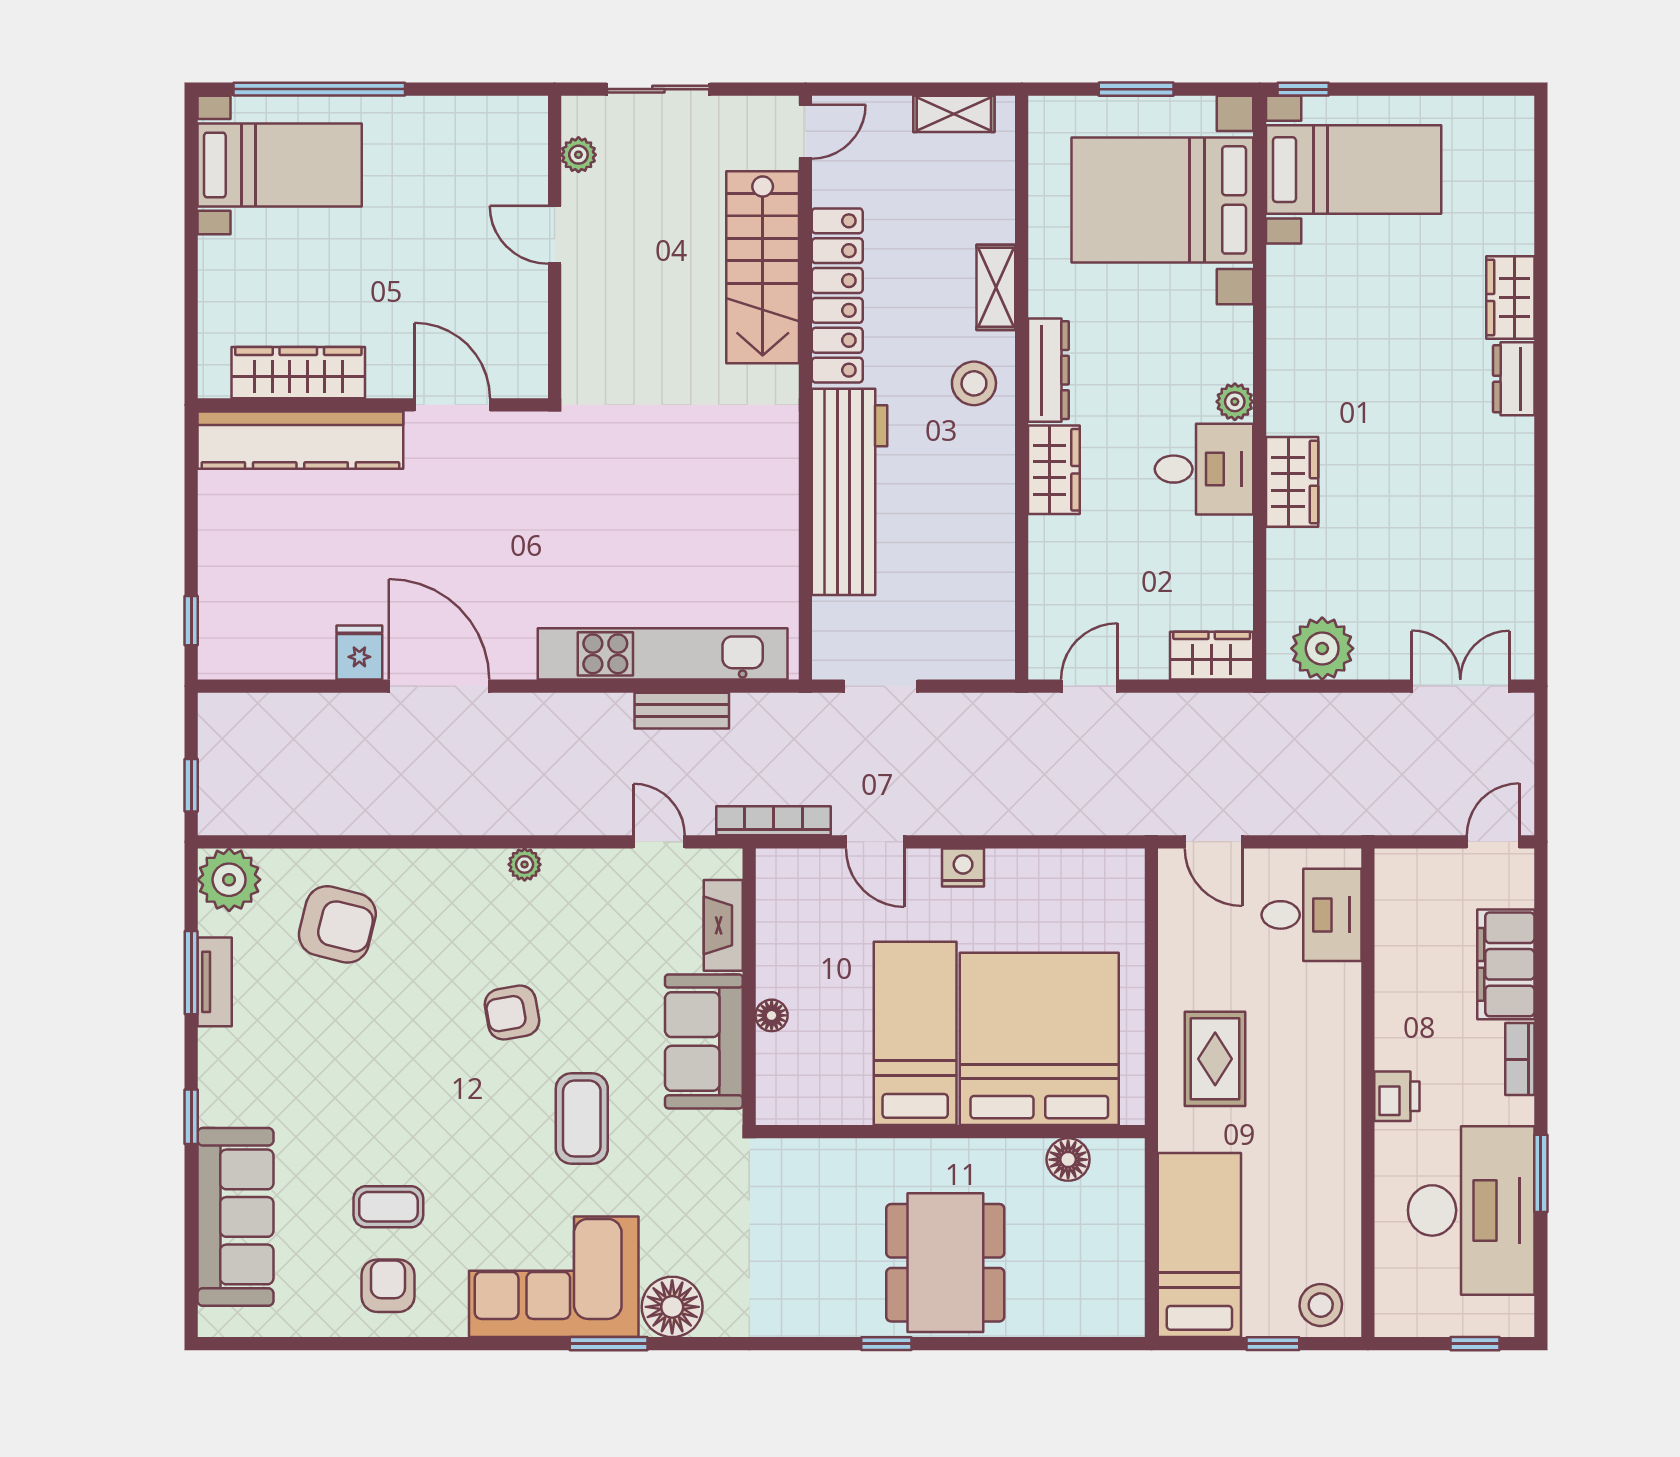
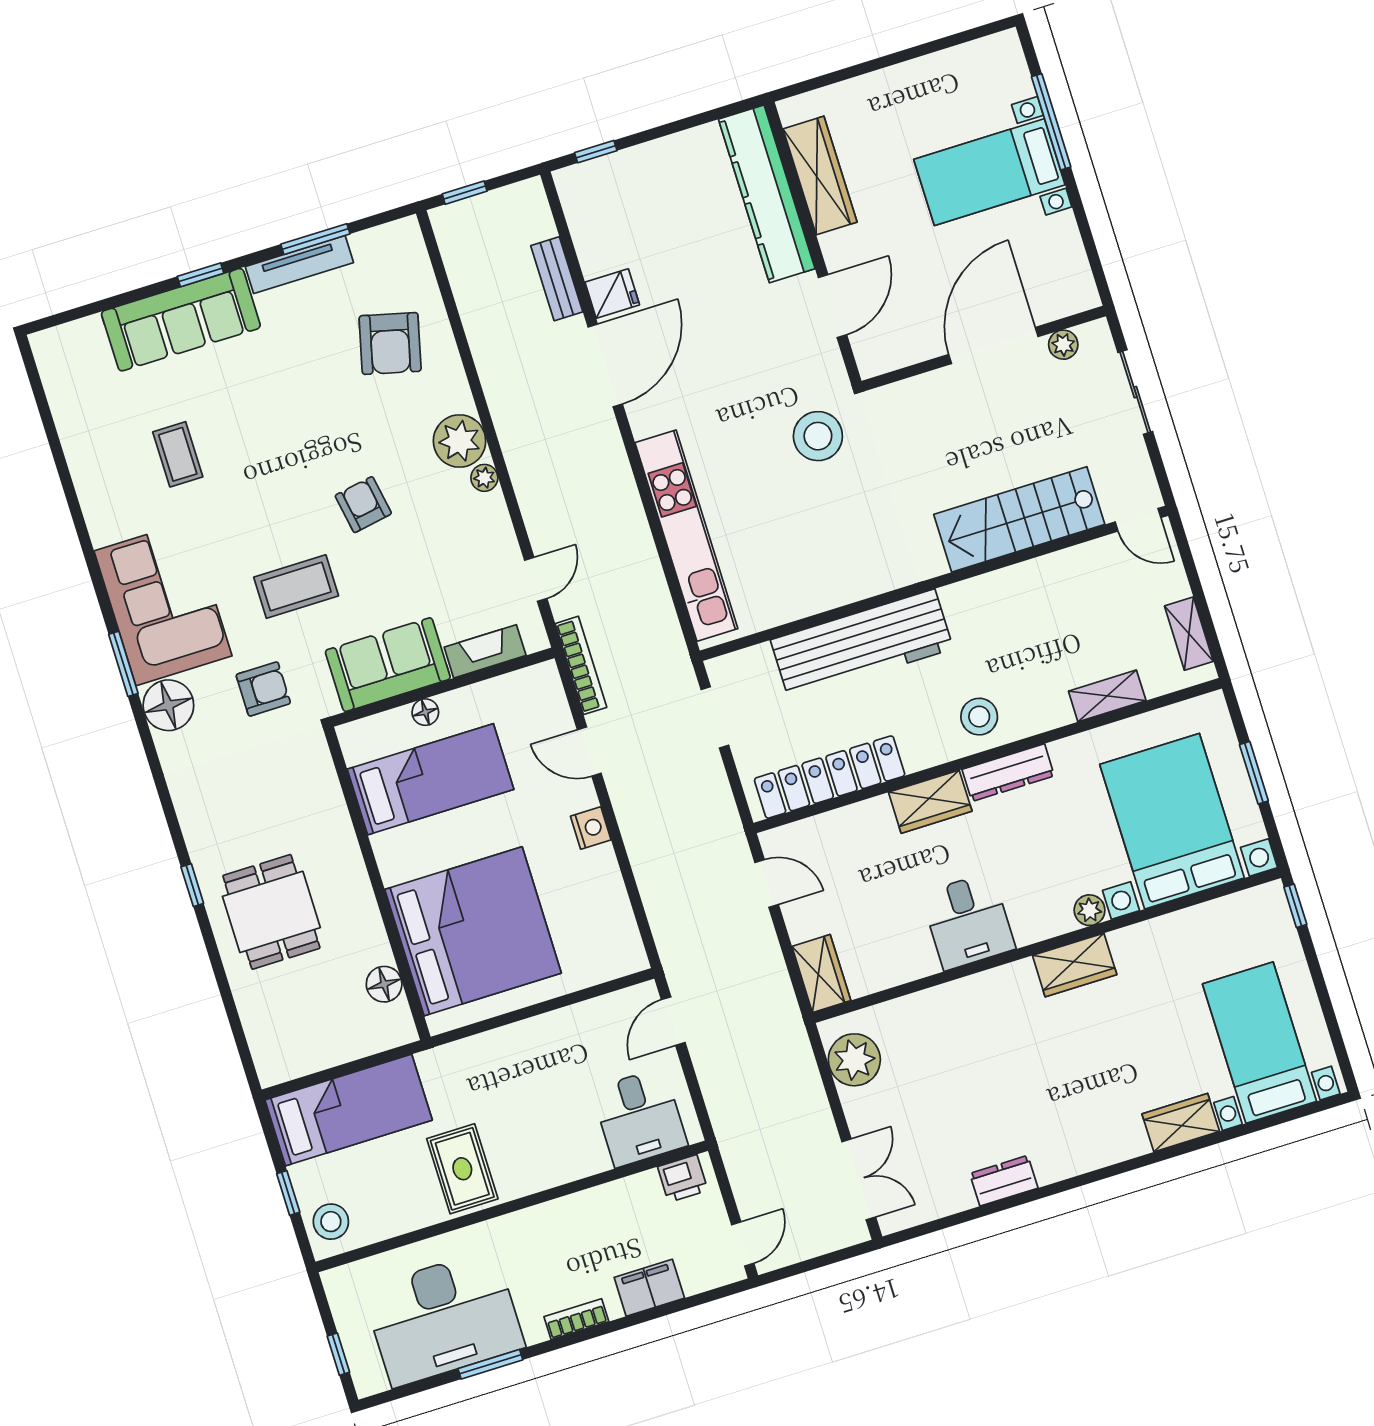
window: (319, 89) -> (1051, 122), width x0.68
bed with nightstands: (280, 165) -> (989, 172), moved, turned 90
bed with nightstands: (1354, 170) -> (1260, 1043), moved, turned 180
door: (555, 235) -> (993, 345), width x1.87
shelving: (996, 287) -> (1107, 696), moved
locker: (837, 295) -> (830, 777), moved, turned 180
dresser: (1514, 379) -> (1004, 1181), moved
plant: (1235, 402) -> (1090, 910), moved
stool: (596, 468) -> (818, 436), added
wardrobe: (1292, 482) -> (1075, 965), moved
bench: (682, 711) -> (557, 279), moved
door: (875, 842) -> (589, 751), hinge flipped
door: (1493, 842) -> (743, 1244), hinge flipped
plant: (229, 880) -> (460, 441), moved
filing cabinet: (1506, 964) -> (649, 1288), width x0.67, depth x0.86
tv unit: (215, 982) -> (299, 265), width x1.41
bed: (915, 1033) -> (431, 779), moved
rug: (1215, 1059) -> (462, 1169), moved, turned 90
printer: (1397, 1096) -> (683, 1179), moved
sofa: (235, 1217) -> (181, 320), moved
dining table: (945, 1263) -> (271, 912), width x0.73
armchair: (388, 1286) -> (263, 689), moved

